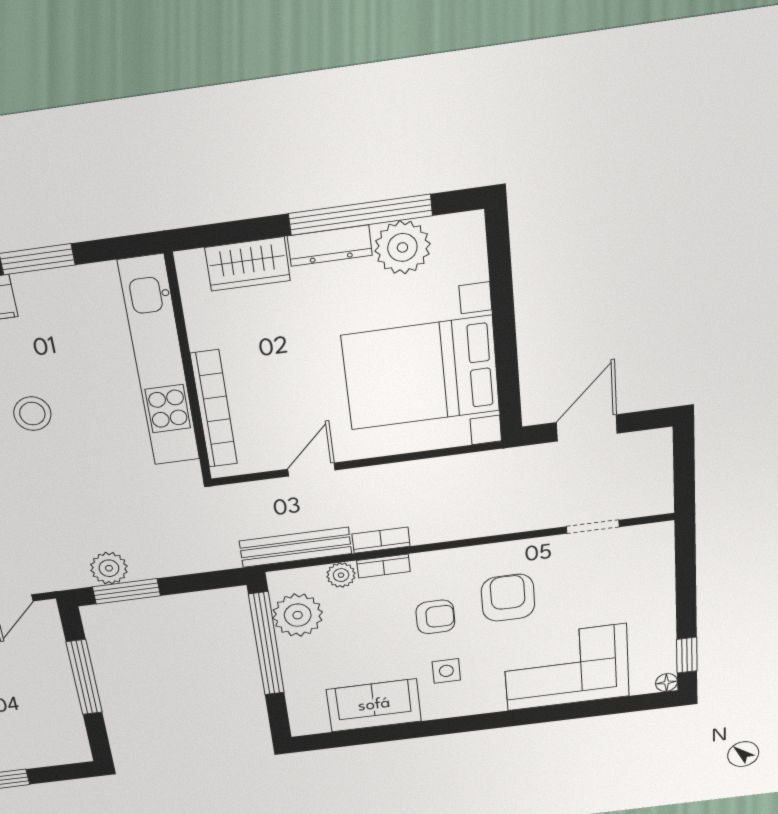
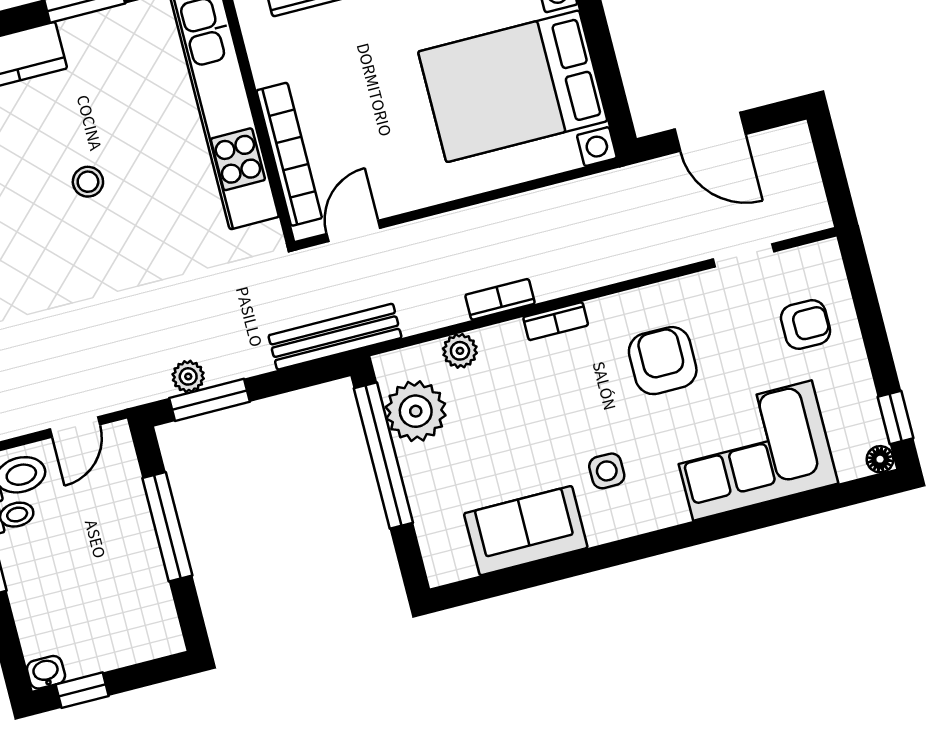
stool: (32, 414) -> (88, 182), width x0.73, depth x0.73
door: (587, 428) -> (710, 132), swing flipped
door: (311, 470) -> (353, 231), moved
bench: (296, 547) -> (335, 337), moved
bookcase: (383, 566) -> (556, 321), moved
plant: (109, 568) -> (188, 376), width x0.73, depth x0.73
armchair: (435, 617) -> (806, 324), moved

